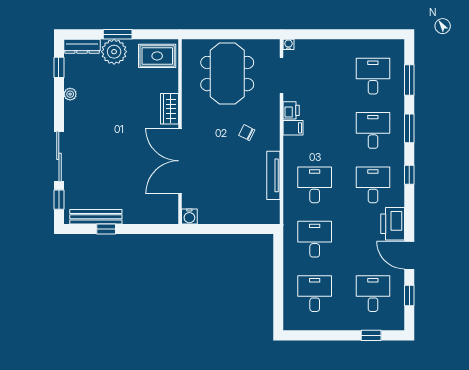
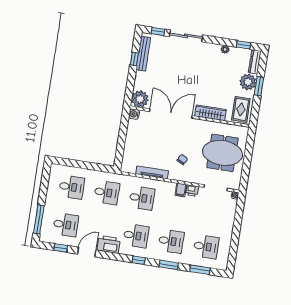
wardrobe: (170, 109) -> (210, 113), width x1.50
plant: (165, 211) -> (140, 99), added
window: (371, 335) -> (39, 219), width x2.17

